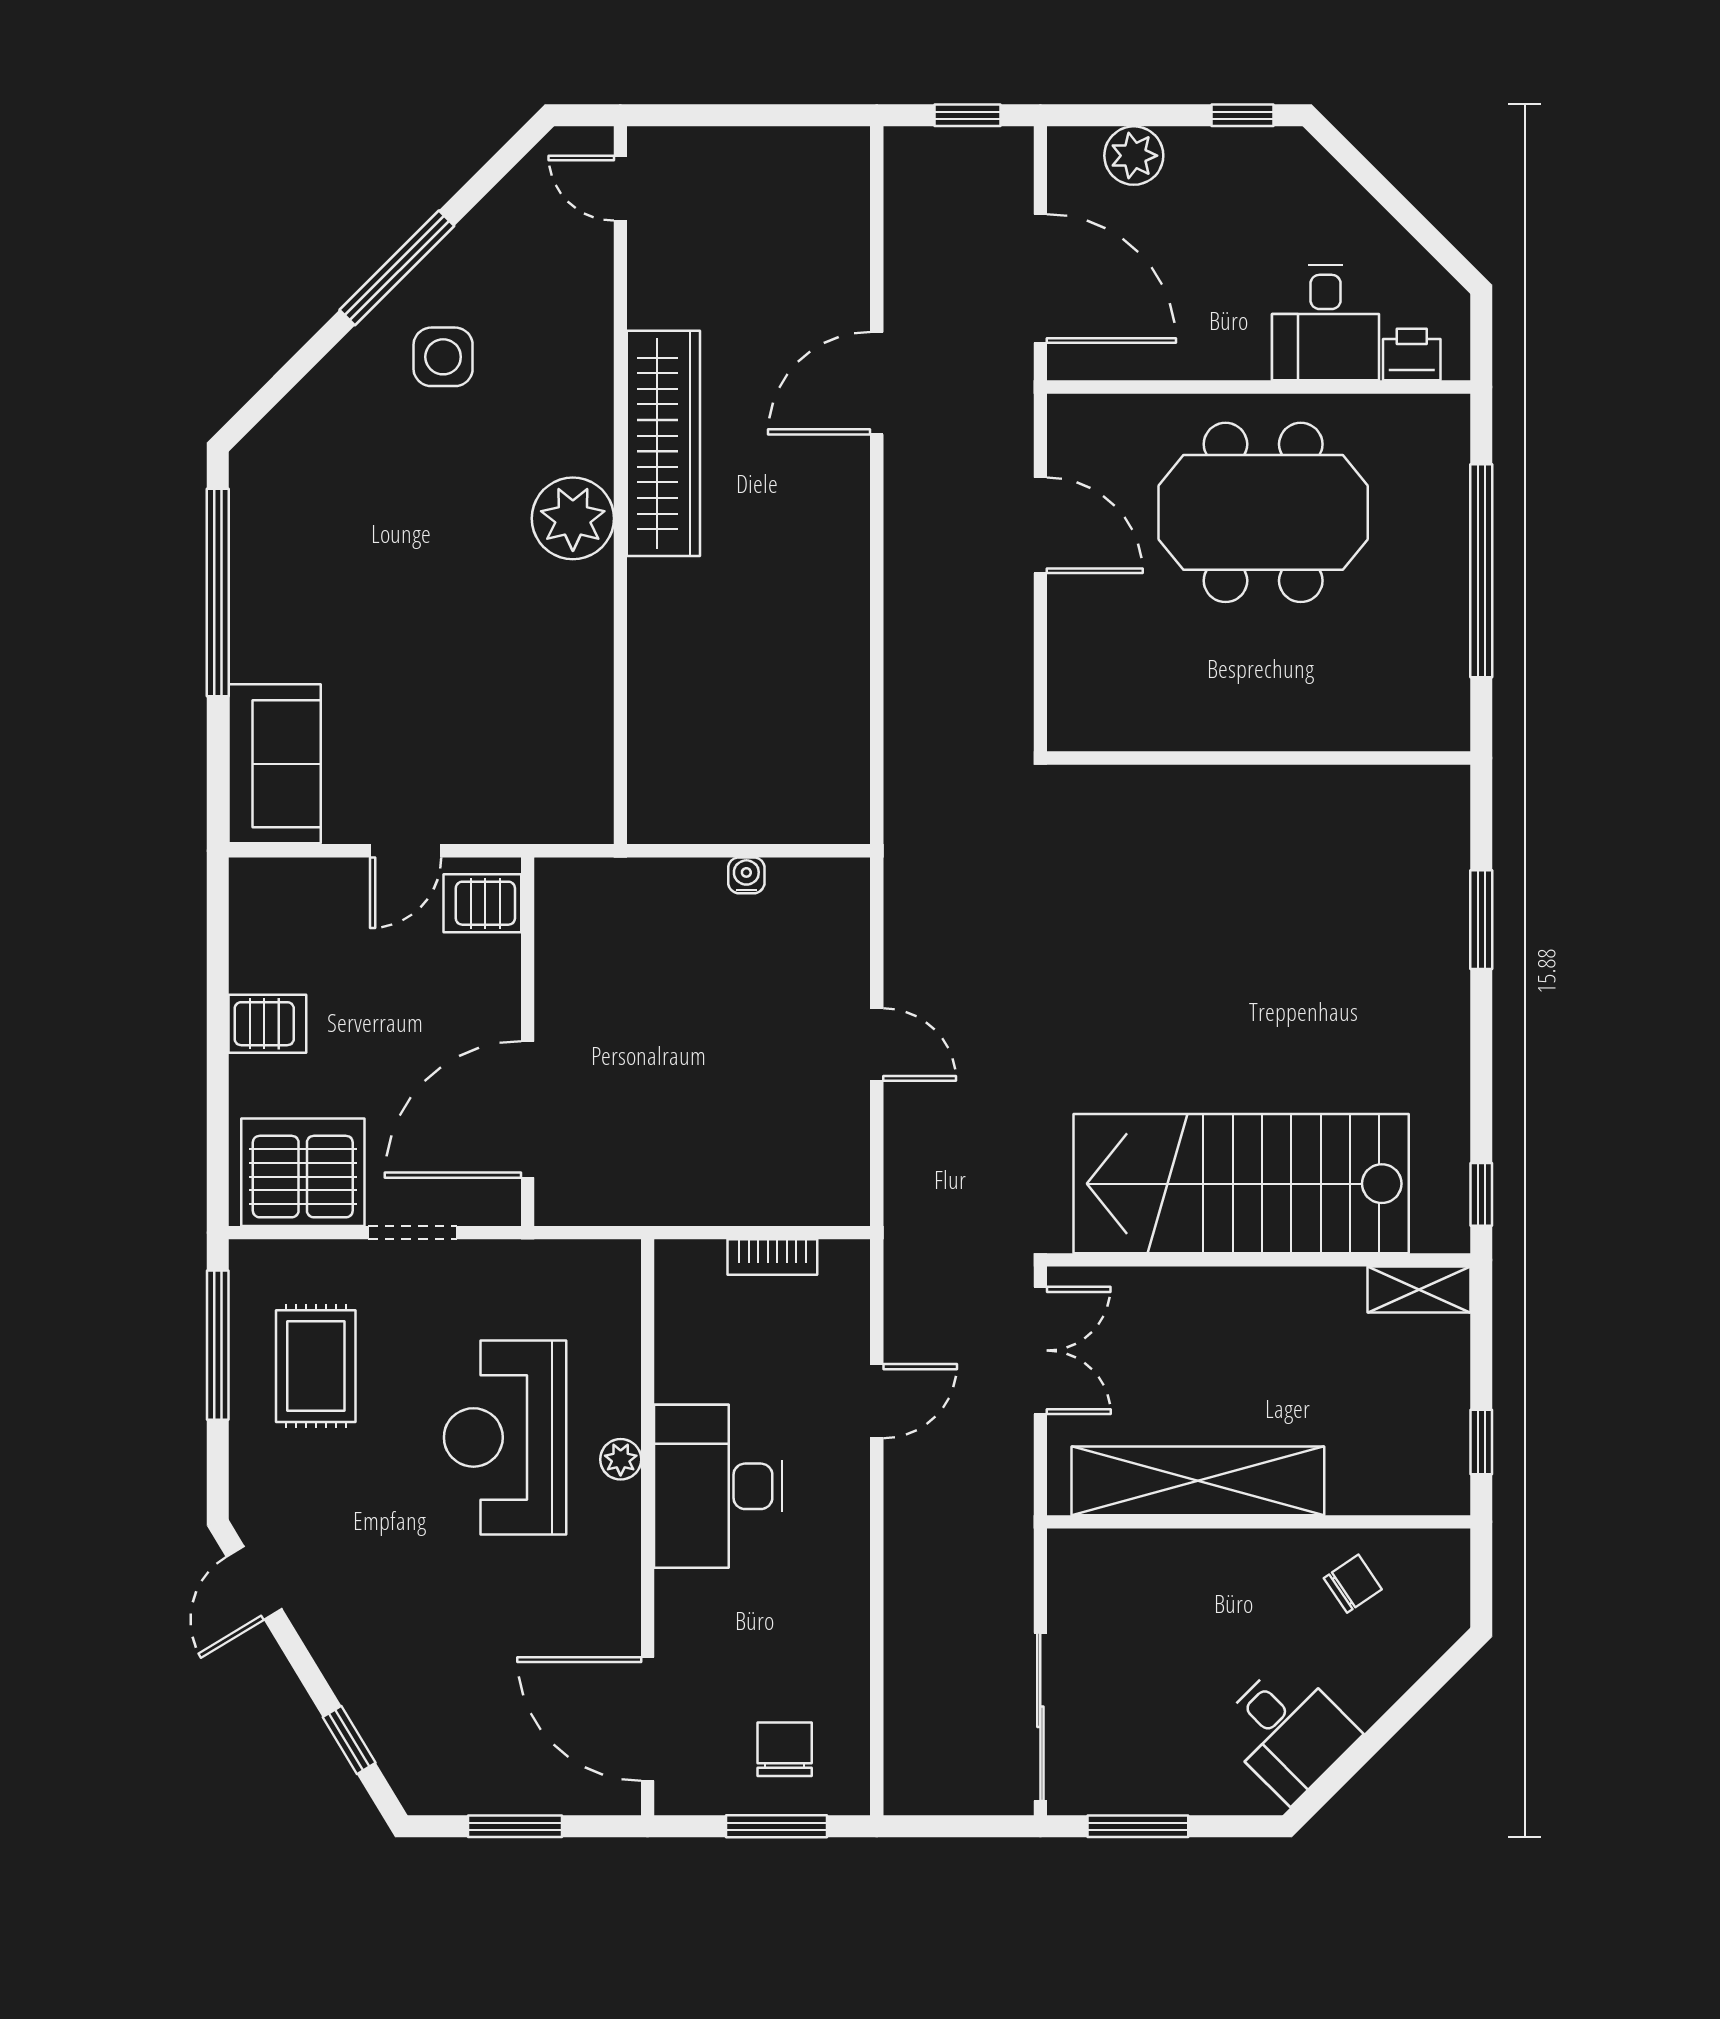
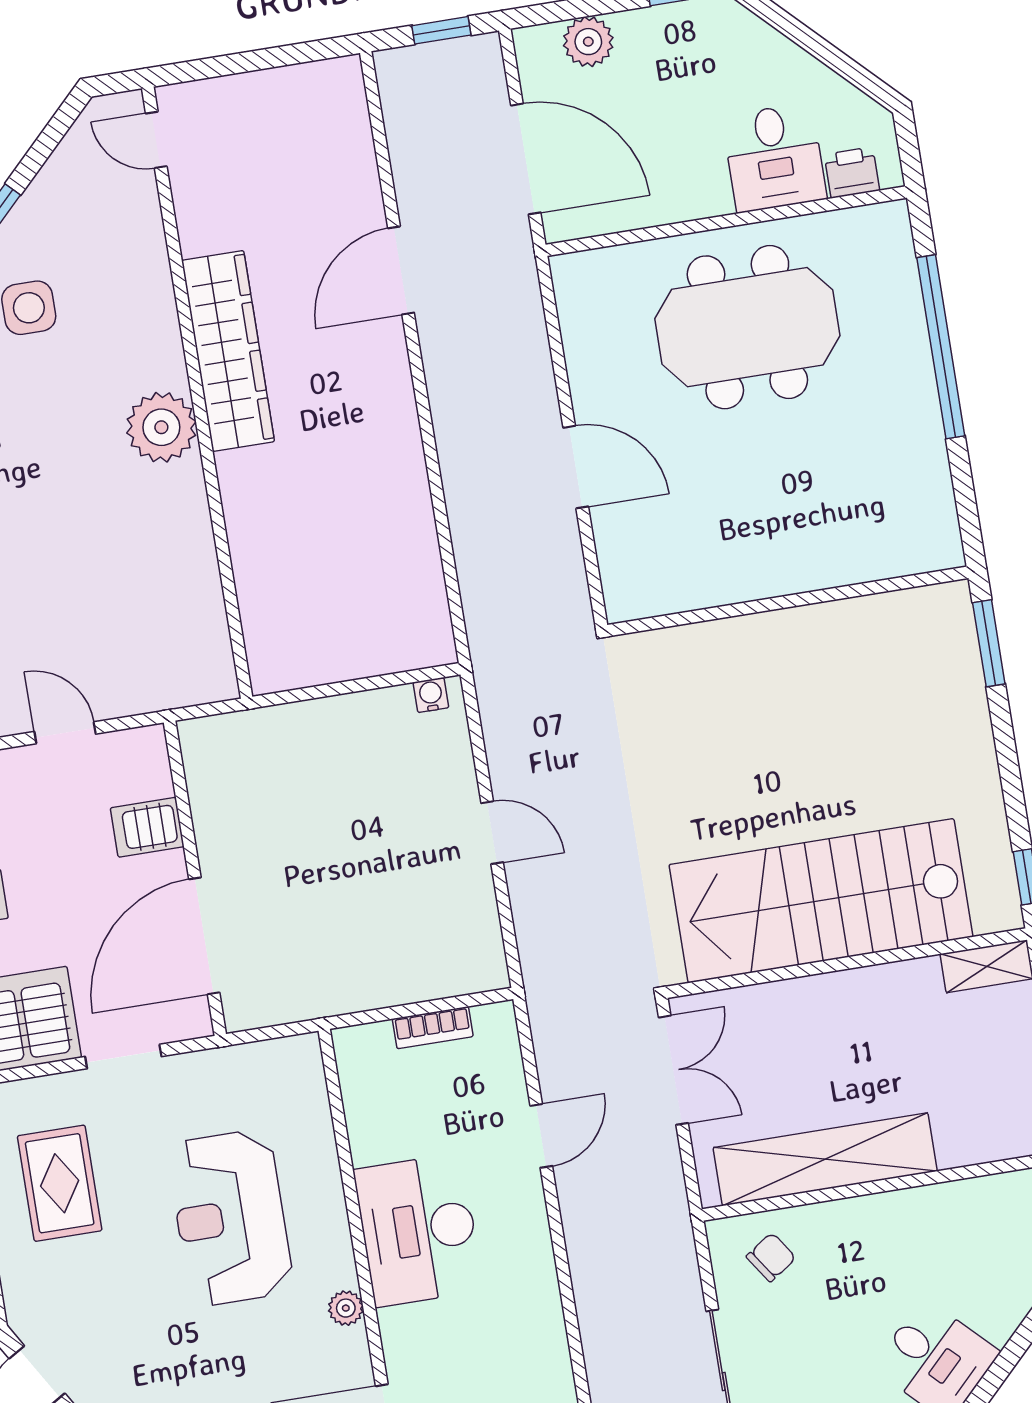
door: (1040, 525) -> (576, 467), moved
wall: (1259, 758) -> (788, 601), moved
door: (406, 851) -> (65, 733), swing flipped
water cooler: (746, 875) -> (431, 695), moved
server rack: (482, 903) -> (147, 827), moved
plant: (621, 1459) -> (346, 1308), moved
chair: (1353, 1584) -> (771, 1257), moved

